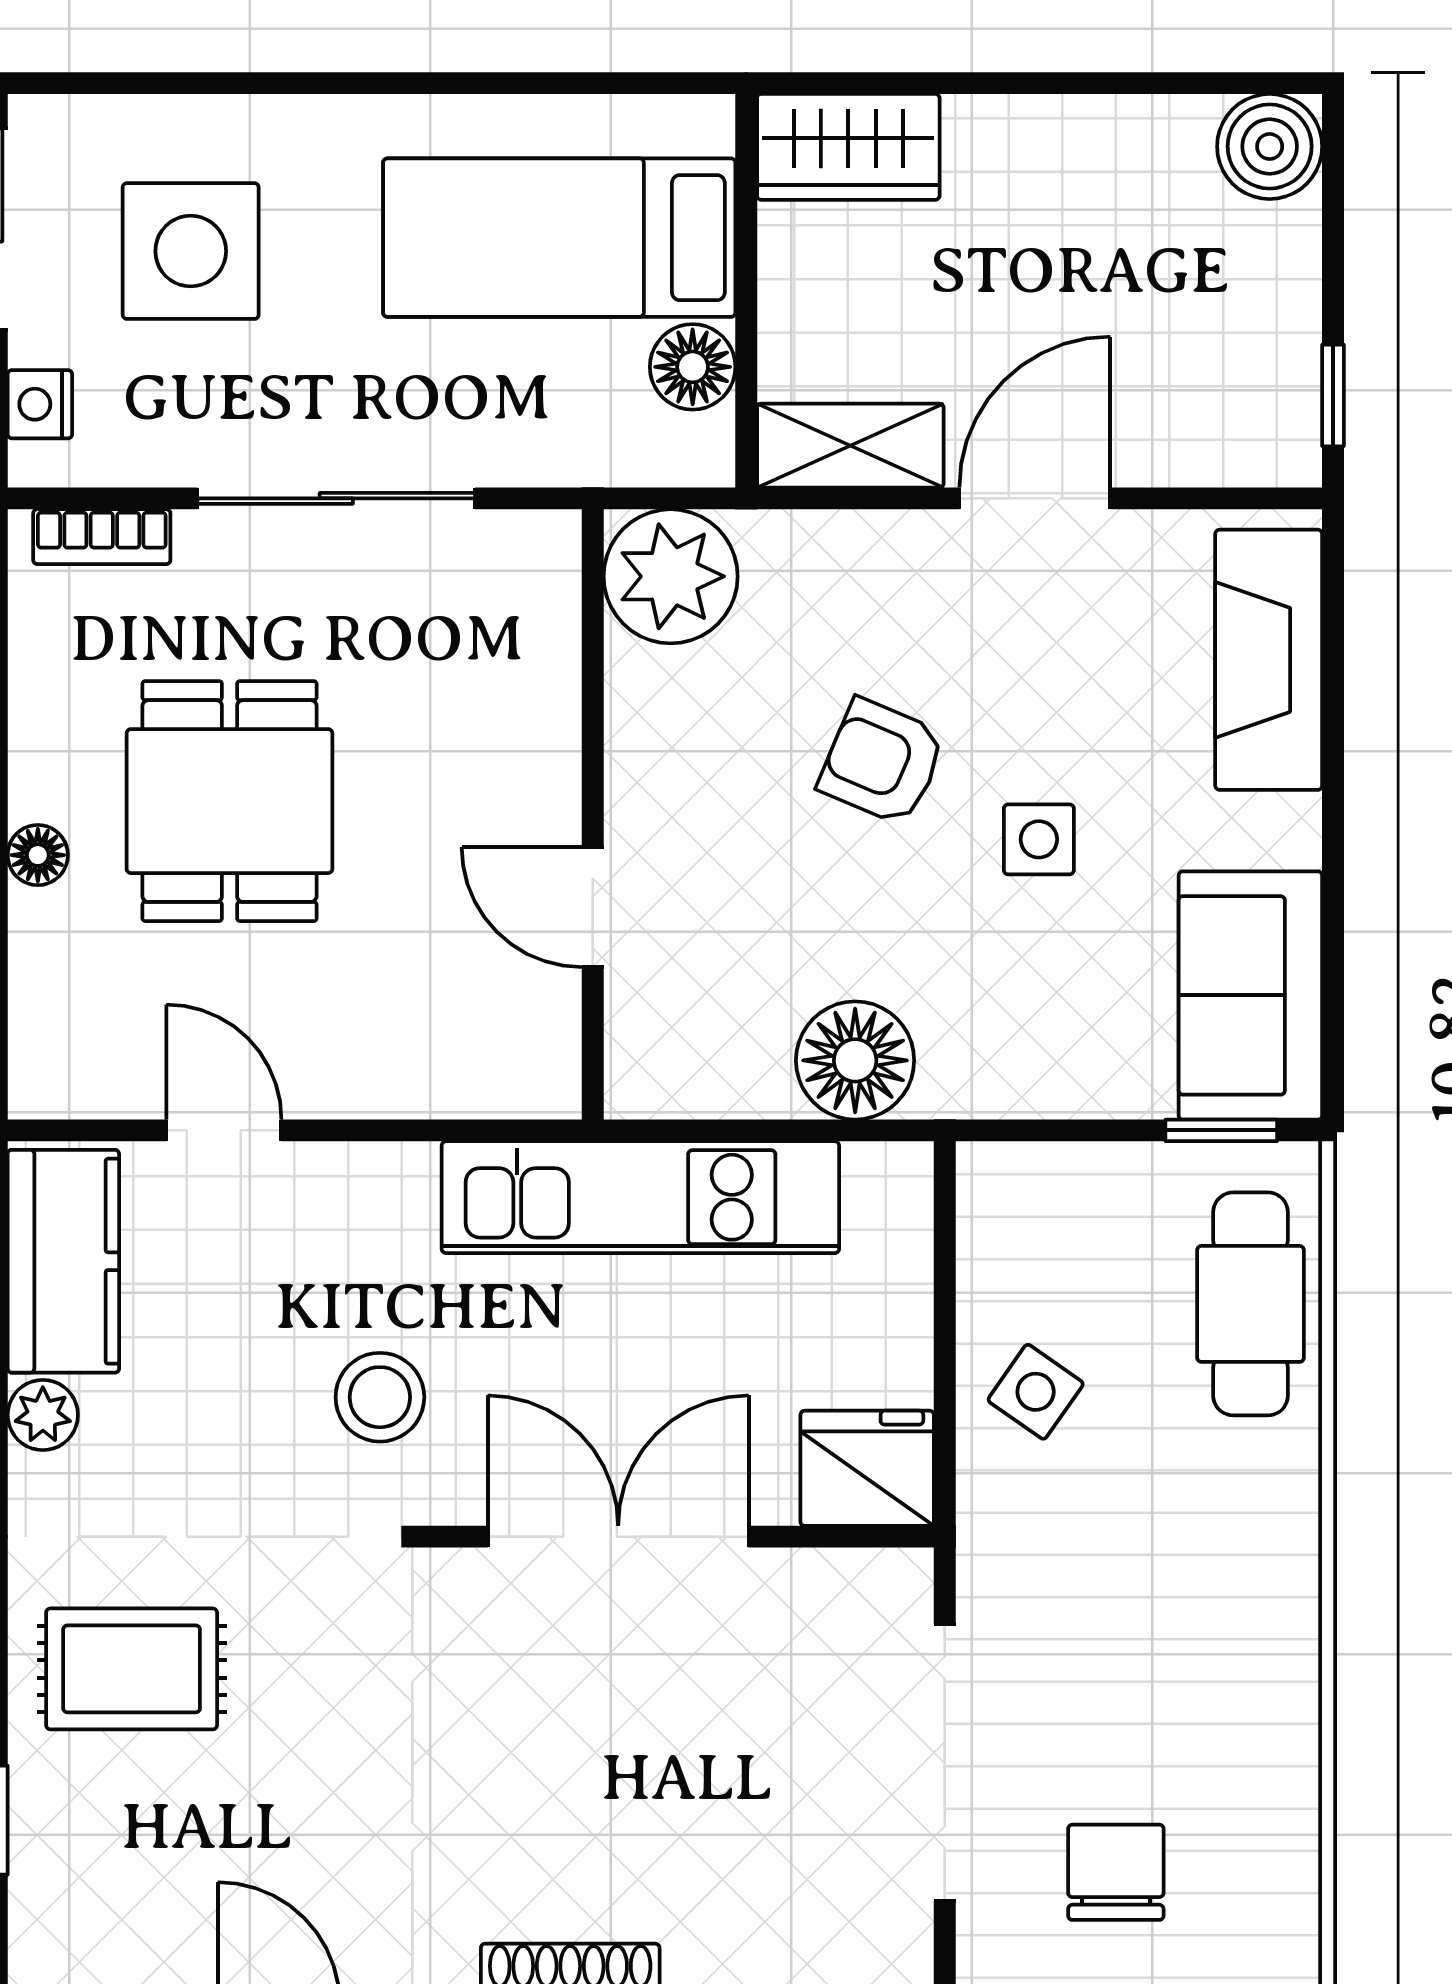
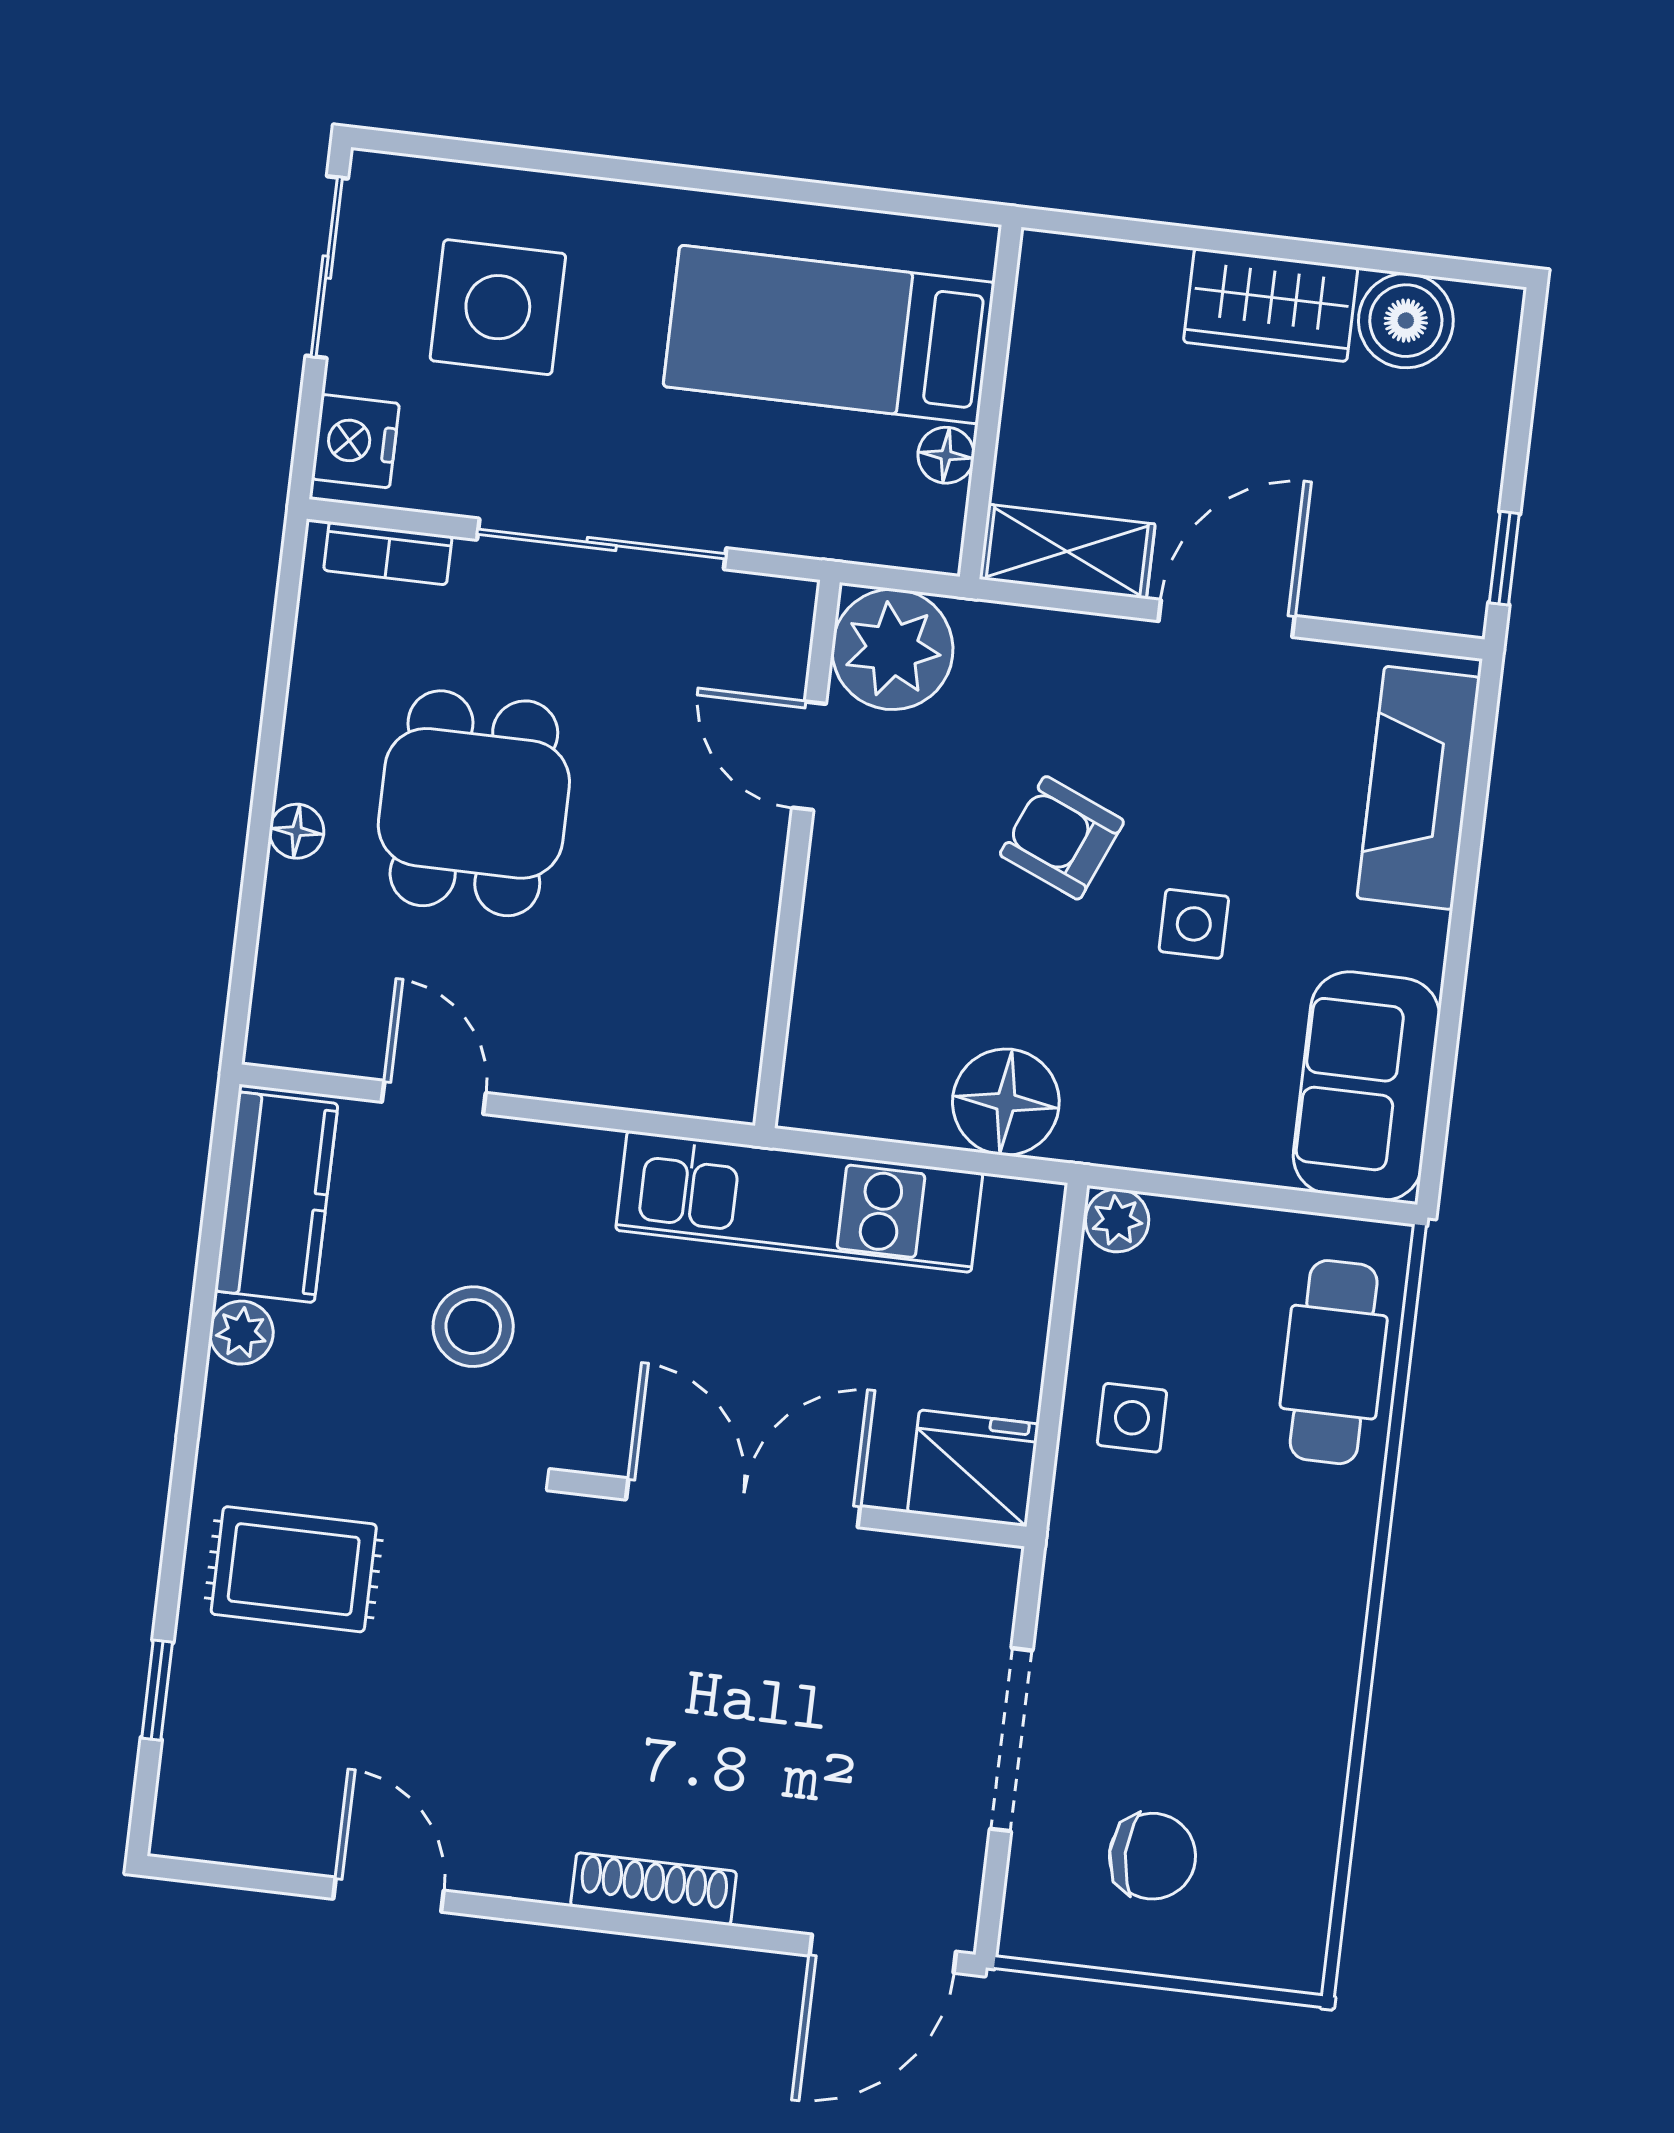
boiler: (1270, 146) -> (1406, 321), moved
wardrobe: (848, 147) -> (1271, 305), moved
floor lamp: (693, 367) -> (946, 455), width x0.73, depth x0.73
nightstand: (40, 404) -> (355, 441), width x1.39, depth x1.35
door: (593, 907) -> (809, 756), moved
window: (1221, 1130) -> (1326, 1204), removed
plant: (993, 1176) -> (1117, 1220), added
side table: (1036, 1392) -> (1132, 1418), turned -35
stool: (380, 1397) -> (473, 1327), moved
doorway: (945, 1762) -> (1011, 1740), width x0.73
chair: (1116, 1872) -> (1153, 1856), turned 90

